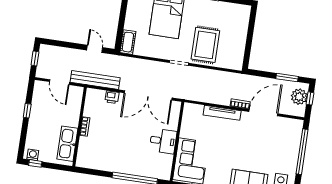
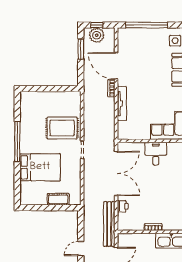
cot: (128, 42) -> (58, 199), moved
door: (95, 49) -> (81, 249), moved

